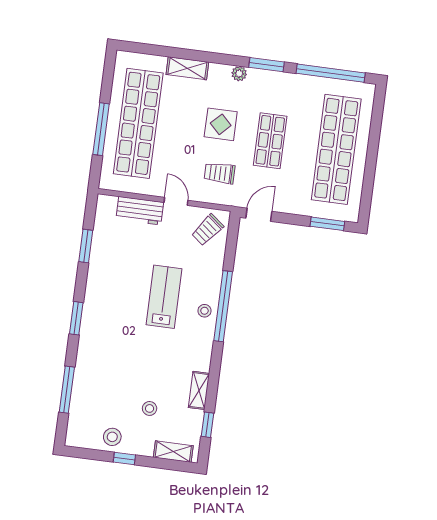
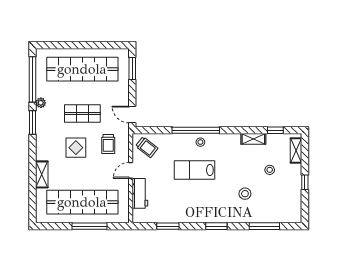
plant: (239, 74) -> (41, 103), moved
stool: (112, 437) -> (245, 194), moved

